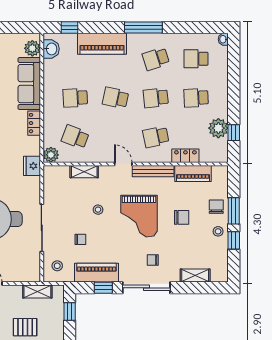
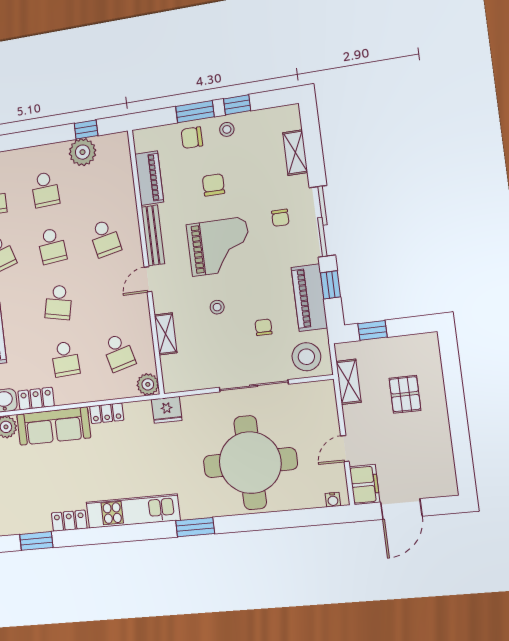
school desk: (75, 137) -> (119, 353), turned -36
locker: (185, 156) -> (36, 399), moved, turned 90
stool: (57, 266) -> (306, 357), width x1.89, depth x1.89

